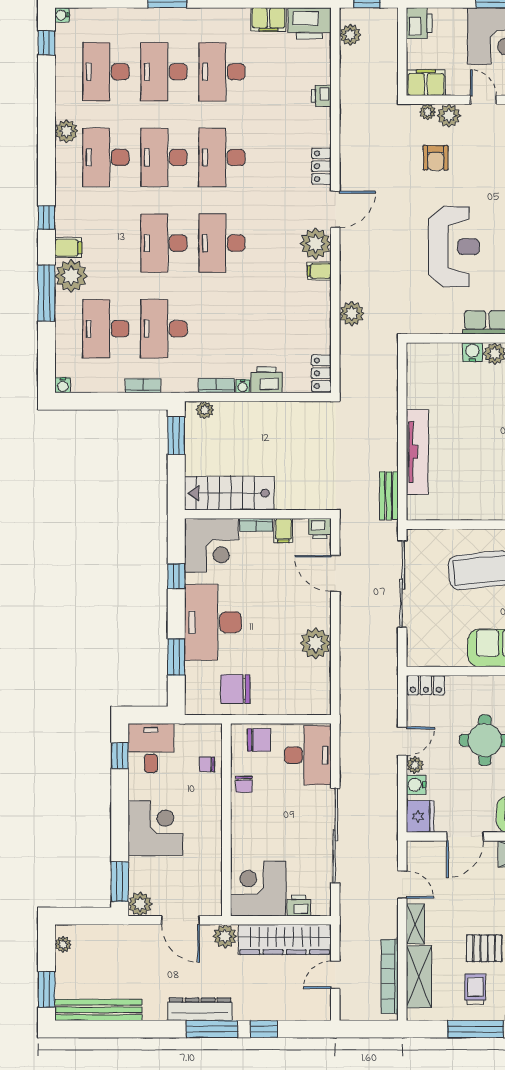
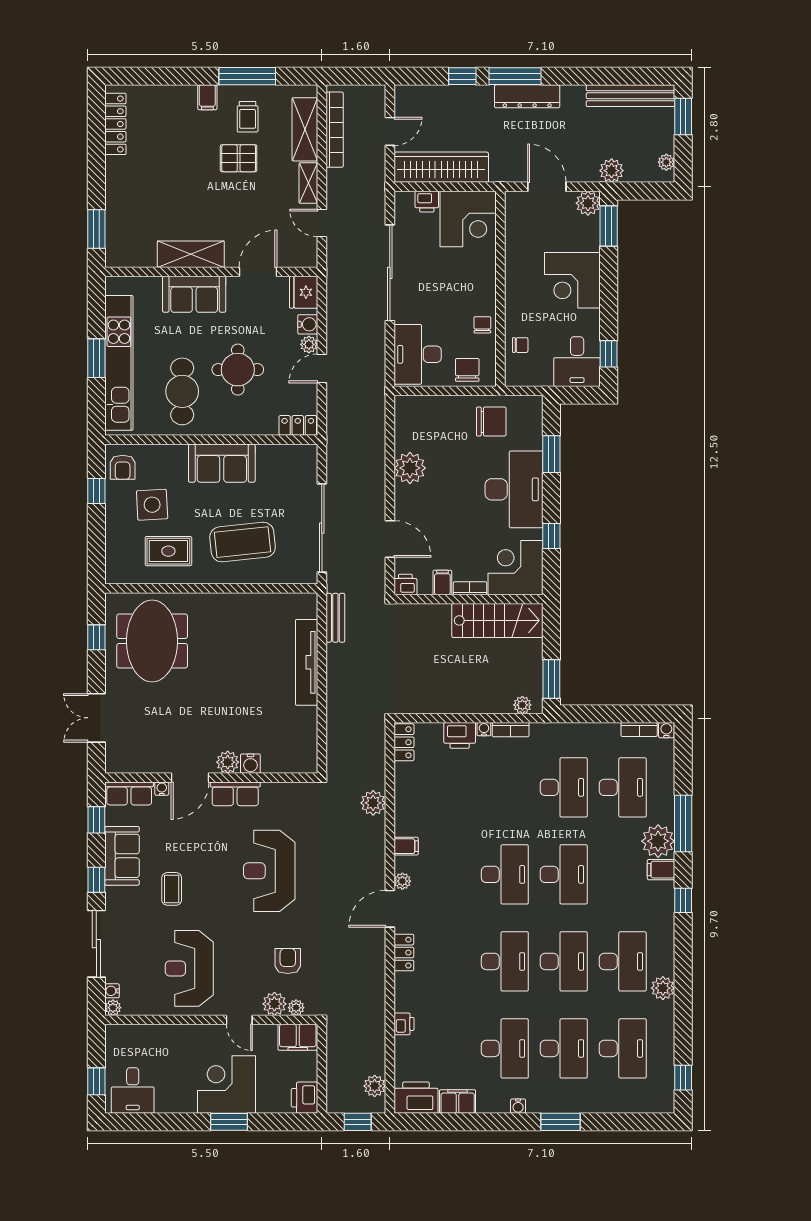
water cooler: (62, 15) -> (518, 1106), moved, turned 90
plant: (316, 244) -> (402, 881), width x0.53, depth x0.53
bookcase: (143, 386) -> (639, 730), moved
chair: (259, 740) -> (467, 370), turned 90
plant: (225, 936) -> (612, 171), moved

